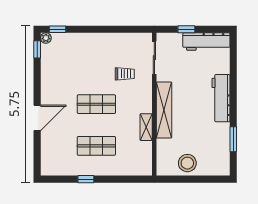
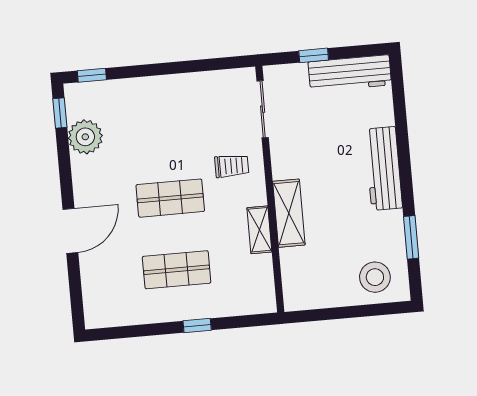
plant: (46, 38) -> (85, 137), moved, width x1.88, depth x1.88
trolley: (125, 74) -> (232, 166), moved
shelving: (164, 110) -> (289, 213), width x0.68
stool: (187, 163) -> (375, 277), moved
window: (86, 179) -> (197, 326), moved

